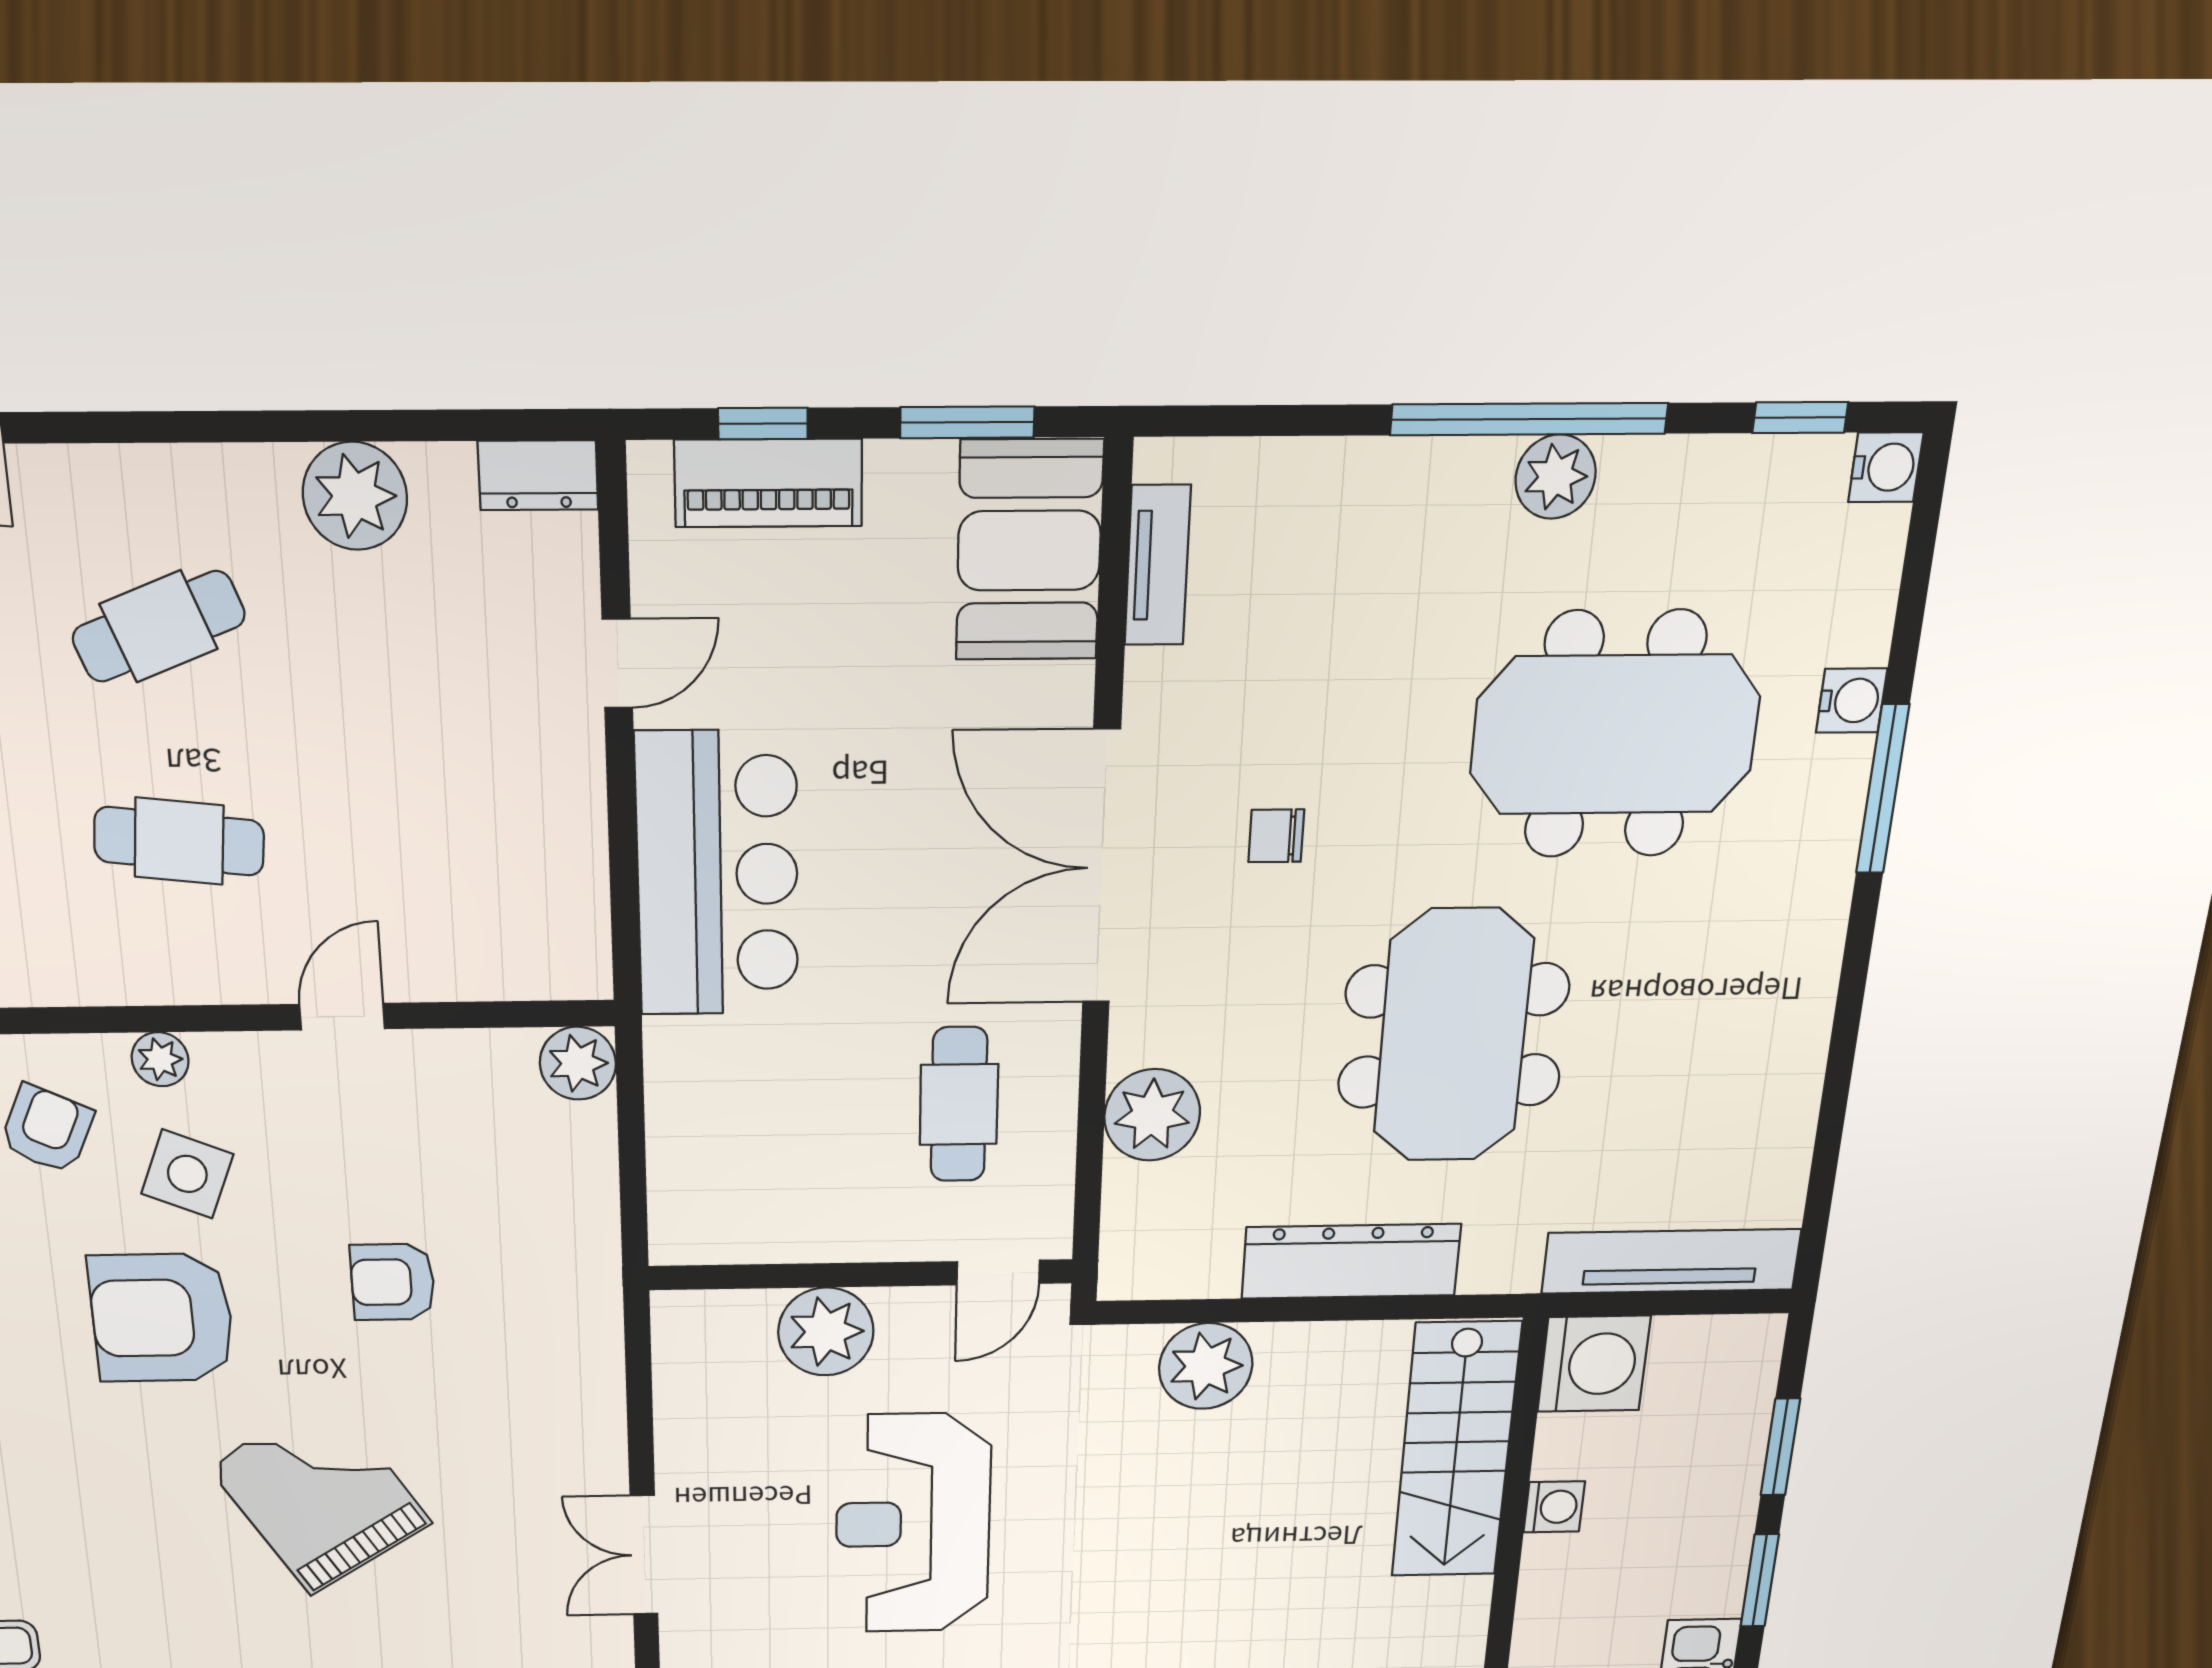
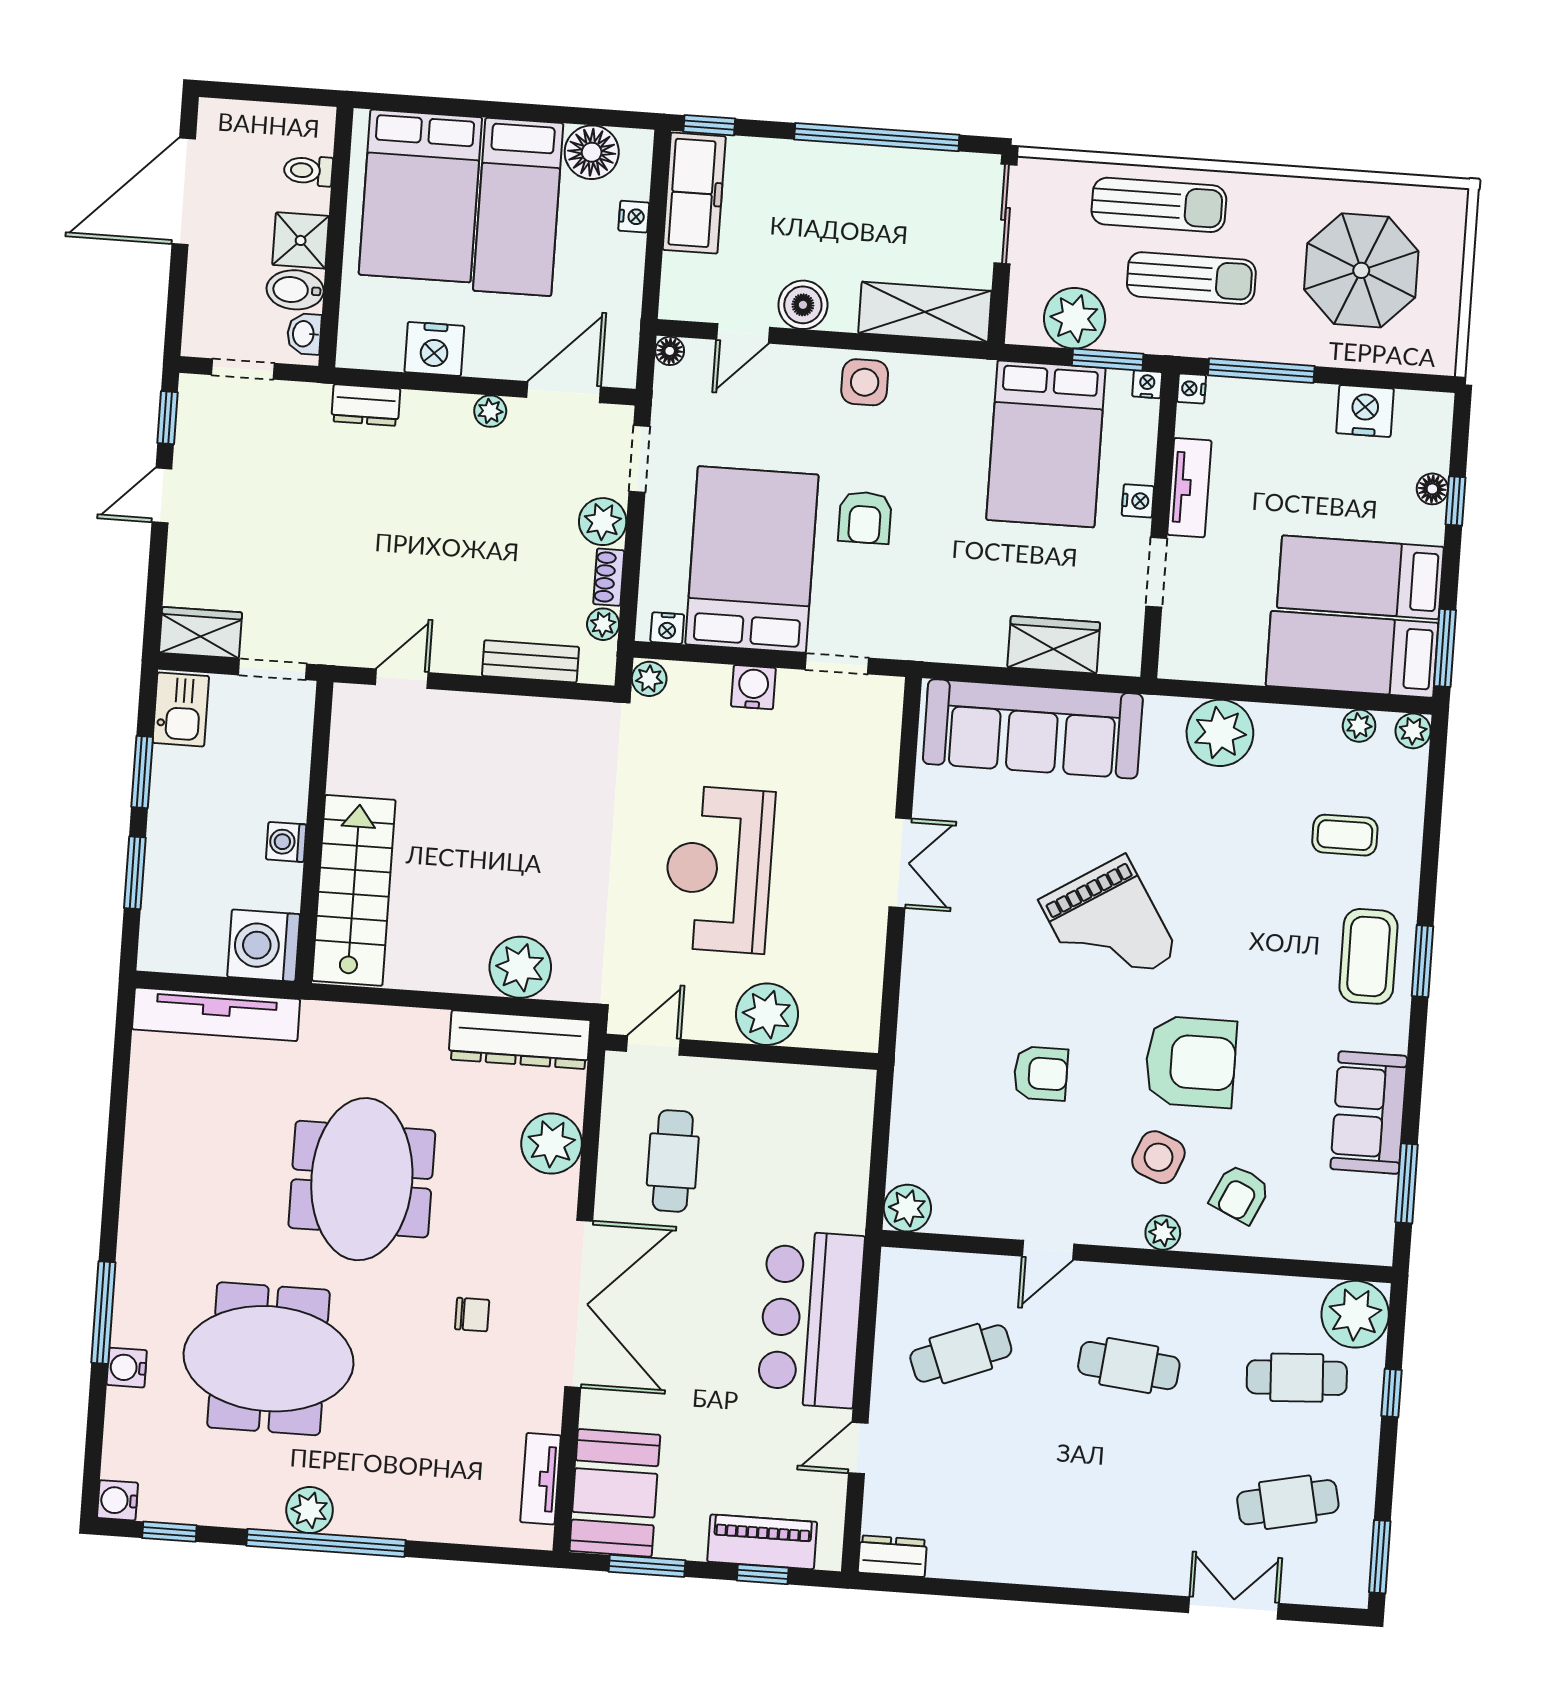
plant: (355, 496) -> (997, 1553), removed
cafe table: (159, 626) -> (961, 1354), moved
dresser: (1351, 1261) -> (519, 1040), moved
reception desk: (913, 1524) -> (719, 869), turned 180

